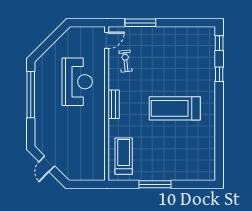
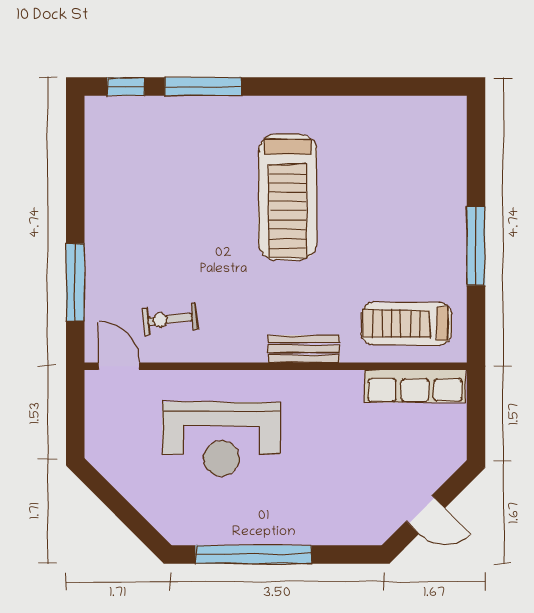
window: (219, 74) -> (203, 87), width x2.17
reception desk: (77, 82) -> (221, 439), turned 180
bench: (114, 104) -> (304, 349), moved
row of seats: (99, 160) -> (415, 386), added

